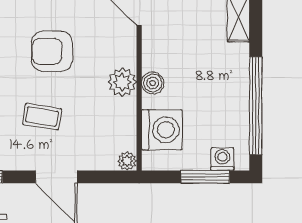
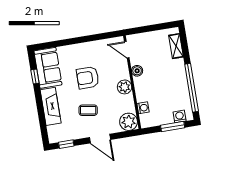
boiler: (153, 83) -> (137, 71), moved
washing machine: (162, 130) -> (143, 108), width x0.53, depth x0.53
plant: (127, 161) -> (129, 122), width x1.88, depth x1.88

